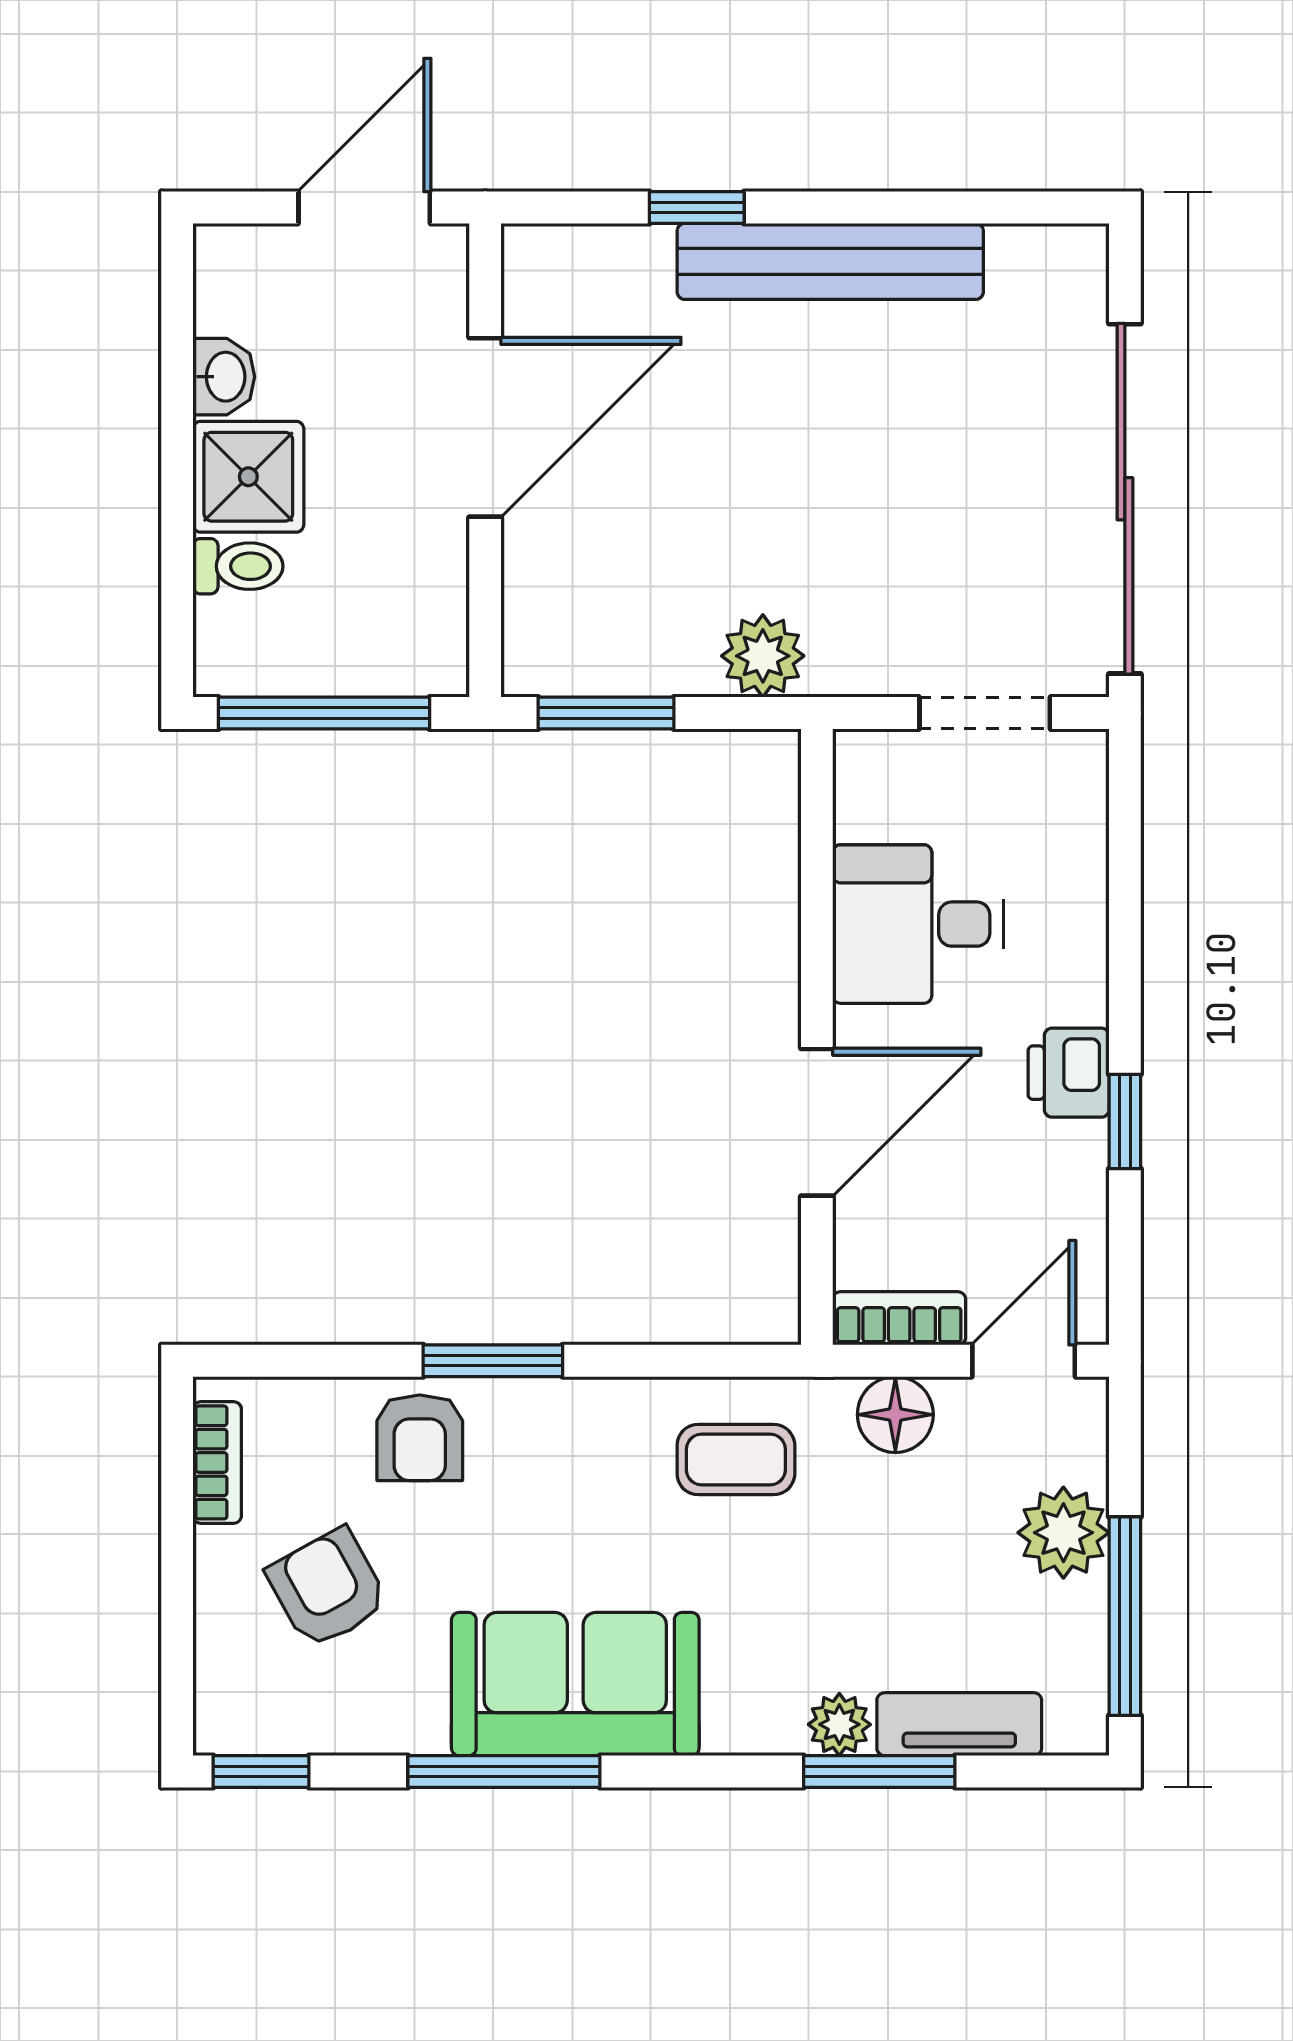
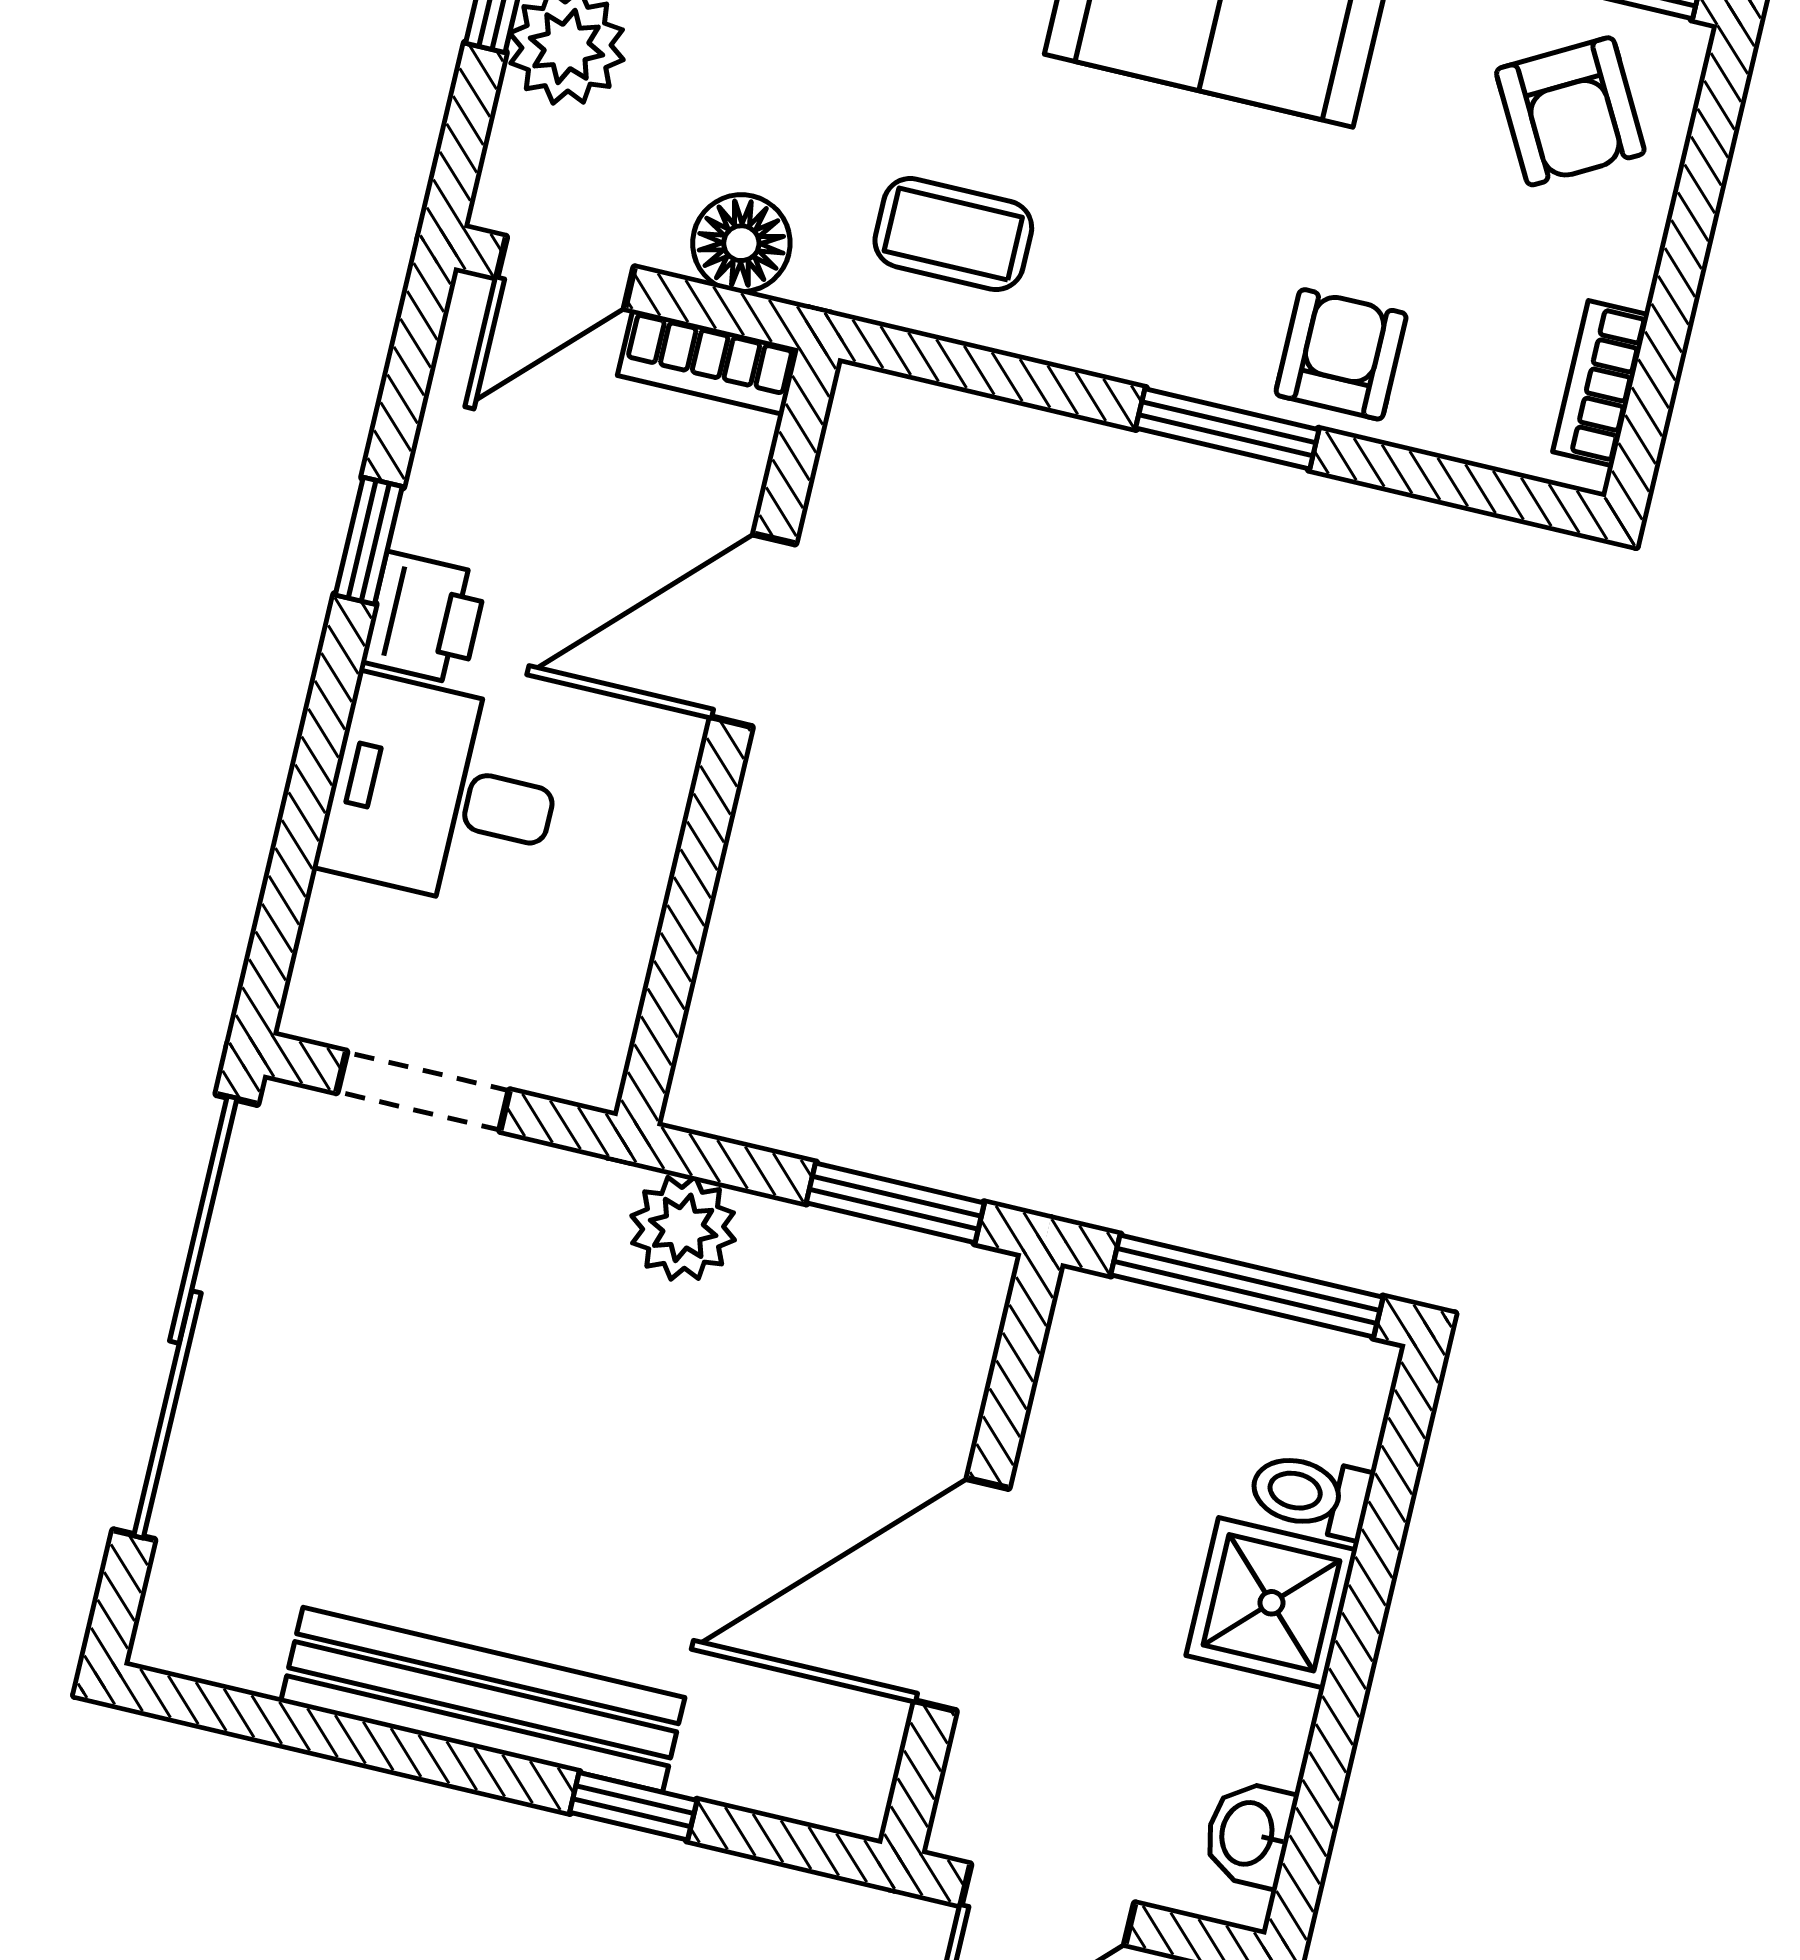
washbasin: (224, 377) -> (1249, 1834), moved
desk: (918, 924) -> (442, 794), moved, turned 180
armchair: (328, 1588) -> (1570, 111), moved

